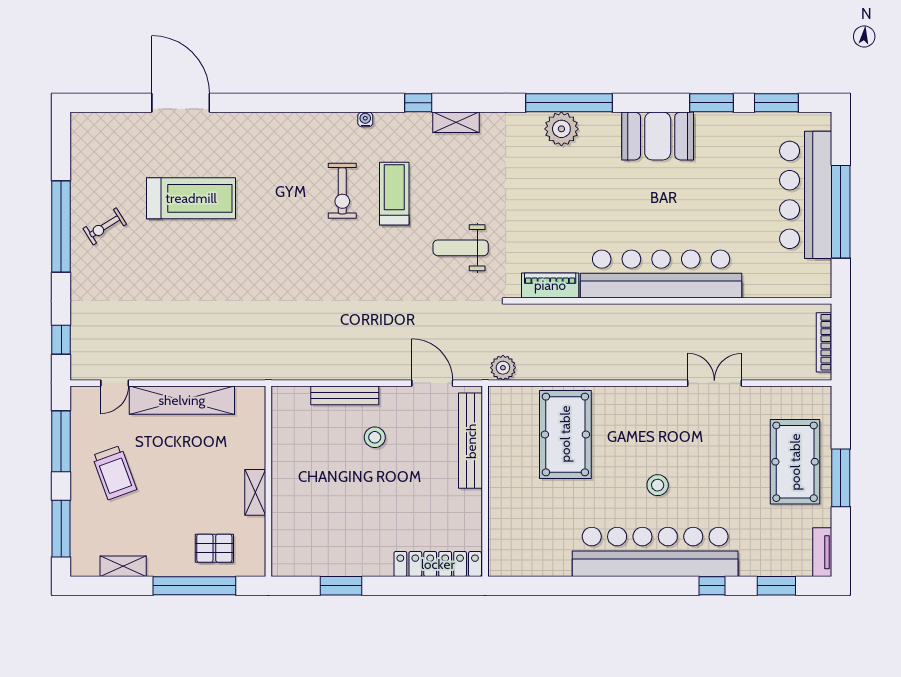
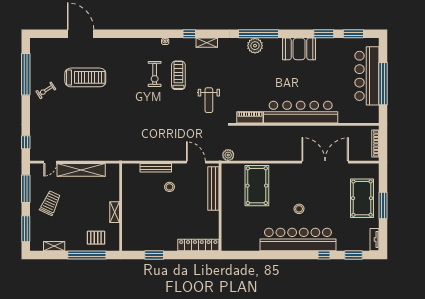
window: (61, 226) -> (26, 74), moved
weight bench: (461, 248) -> (209, 100), turned -90
double door: (714, 383) -> (325, 162), width x1.87
trolley: (114, 473) -> (50, 203), turned -135

